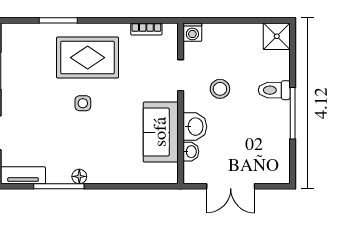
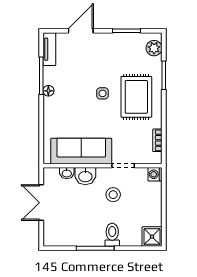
plant: (22, 33) -> (154, 48), added
sofa: (161, 132) -> (81, 151), width x1.36

